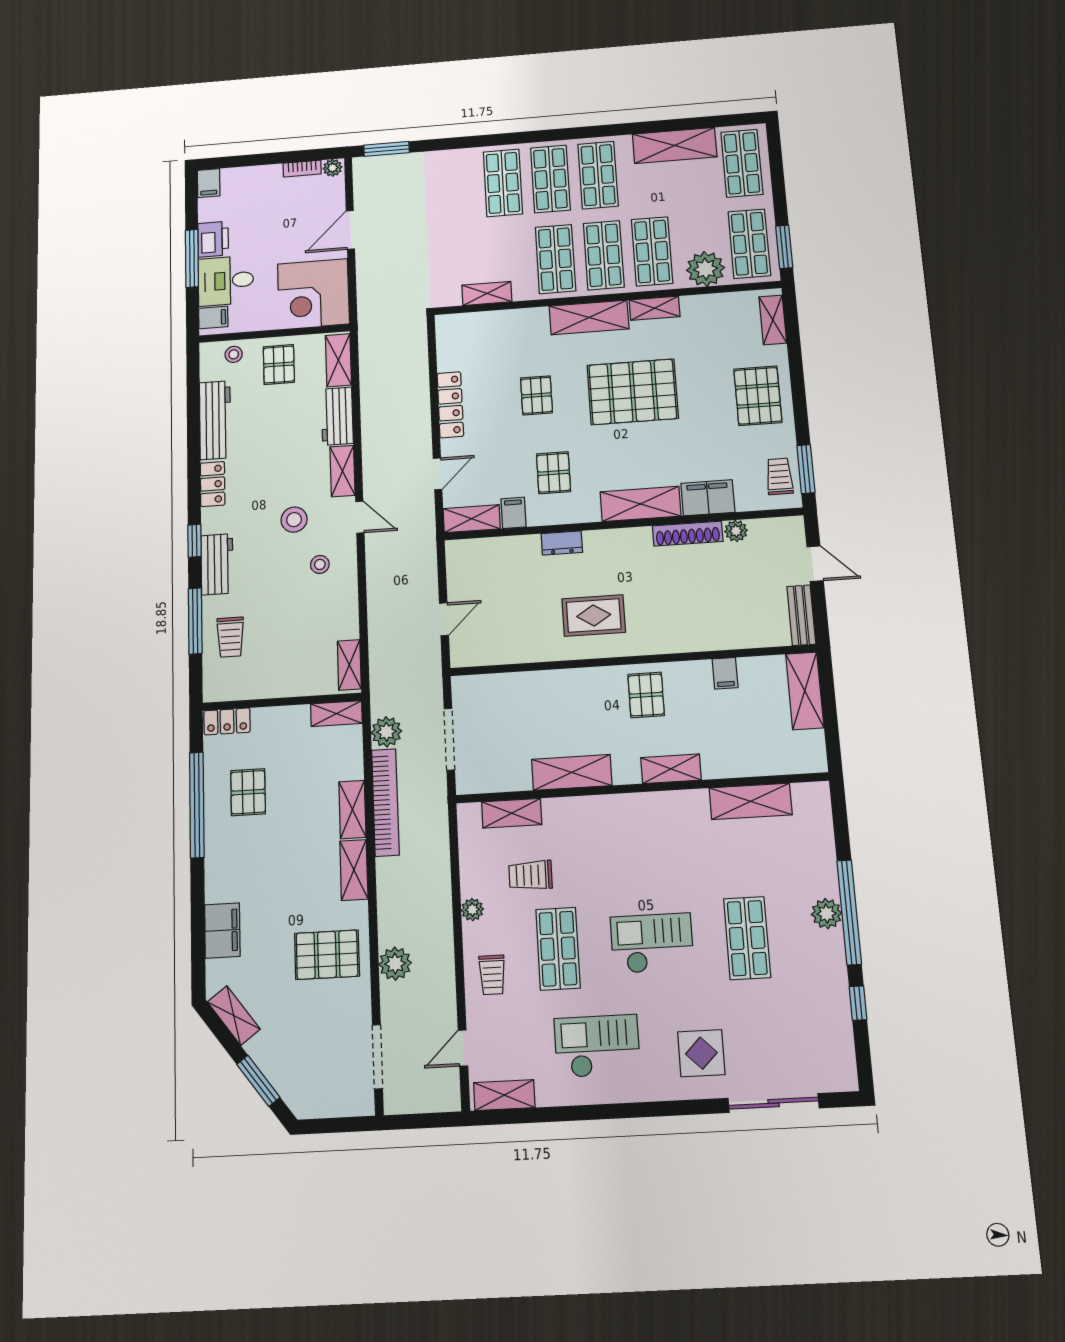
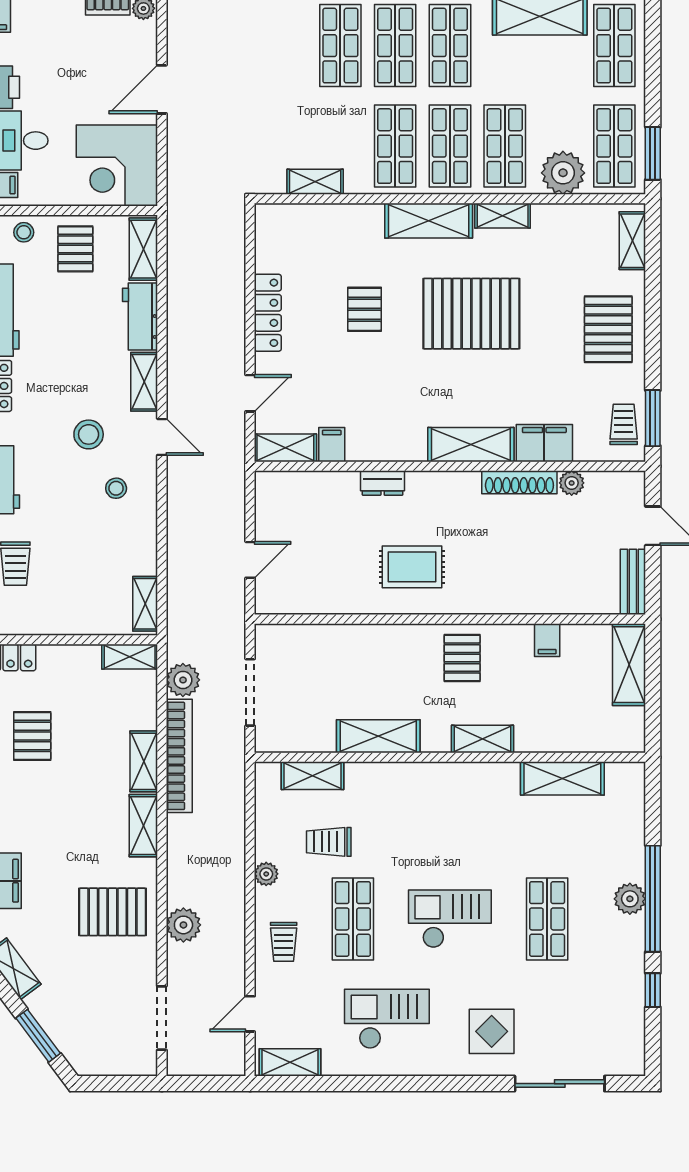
pallet: (554, 473) -> (378, 402), removed

